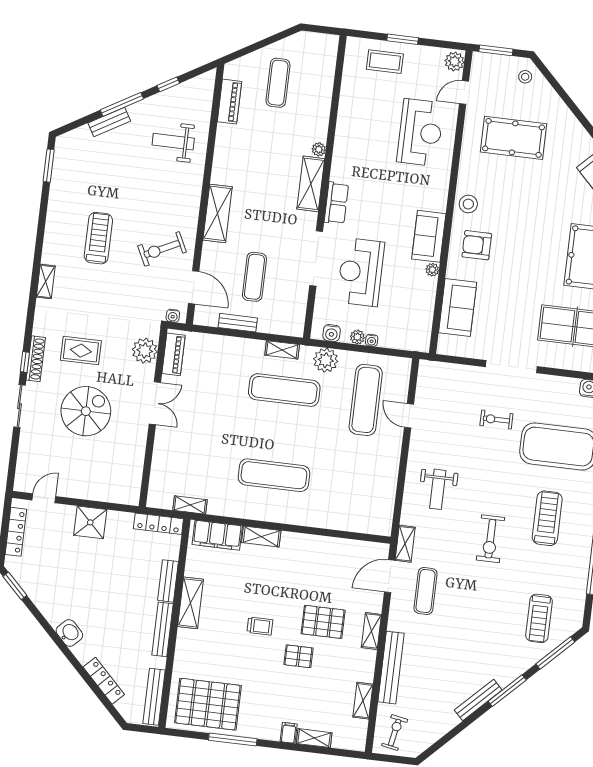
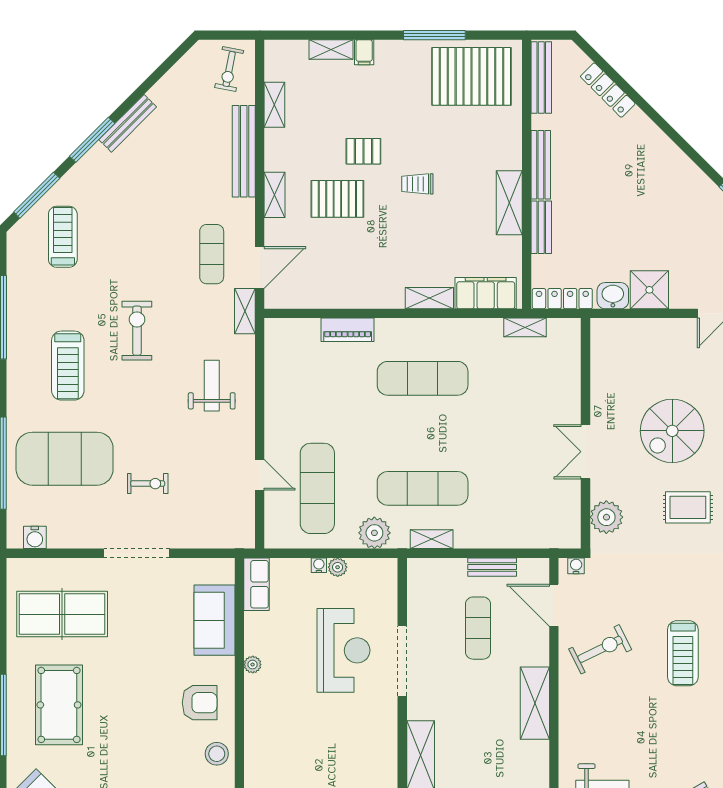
row of seats: (336, 203) -> (257, 584), moved, turned 180
sofa: (429, 236) -> (262, 707), removed
water cooler: (332, 333) -> (371, 568), removed
piano: (174, 354) -> (348, 330), moved, turned -90
washbasin: (69, 633) -> (613, 296), moved, turned 135

